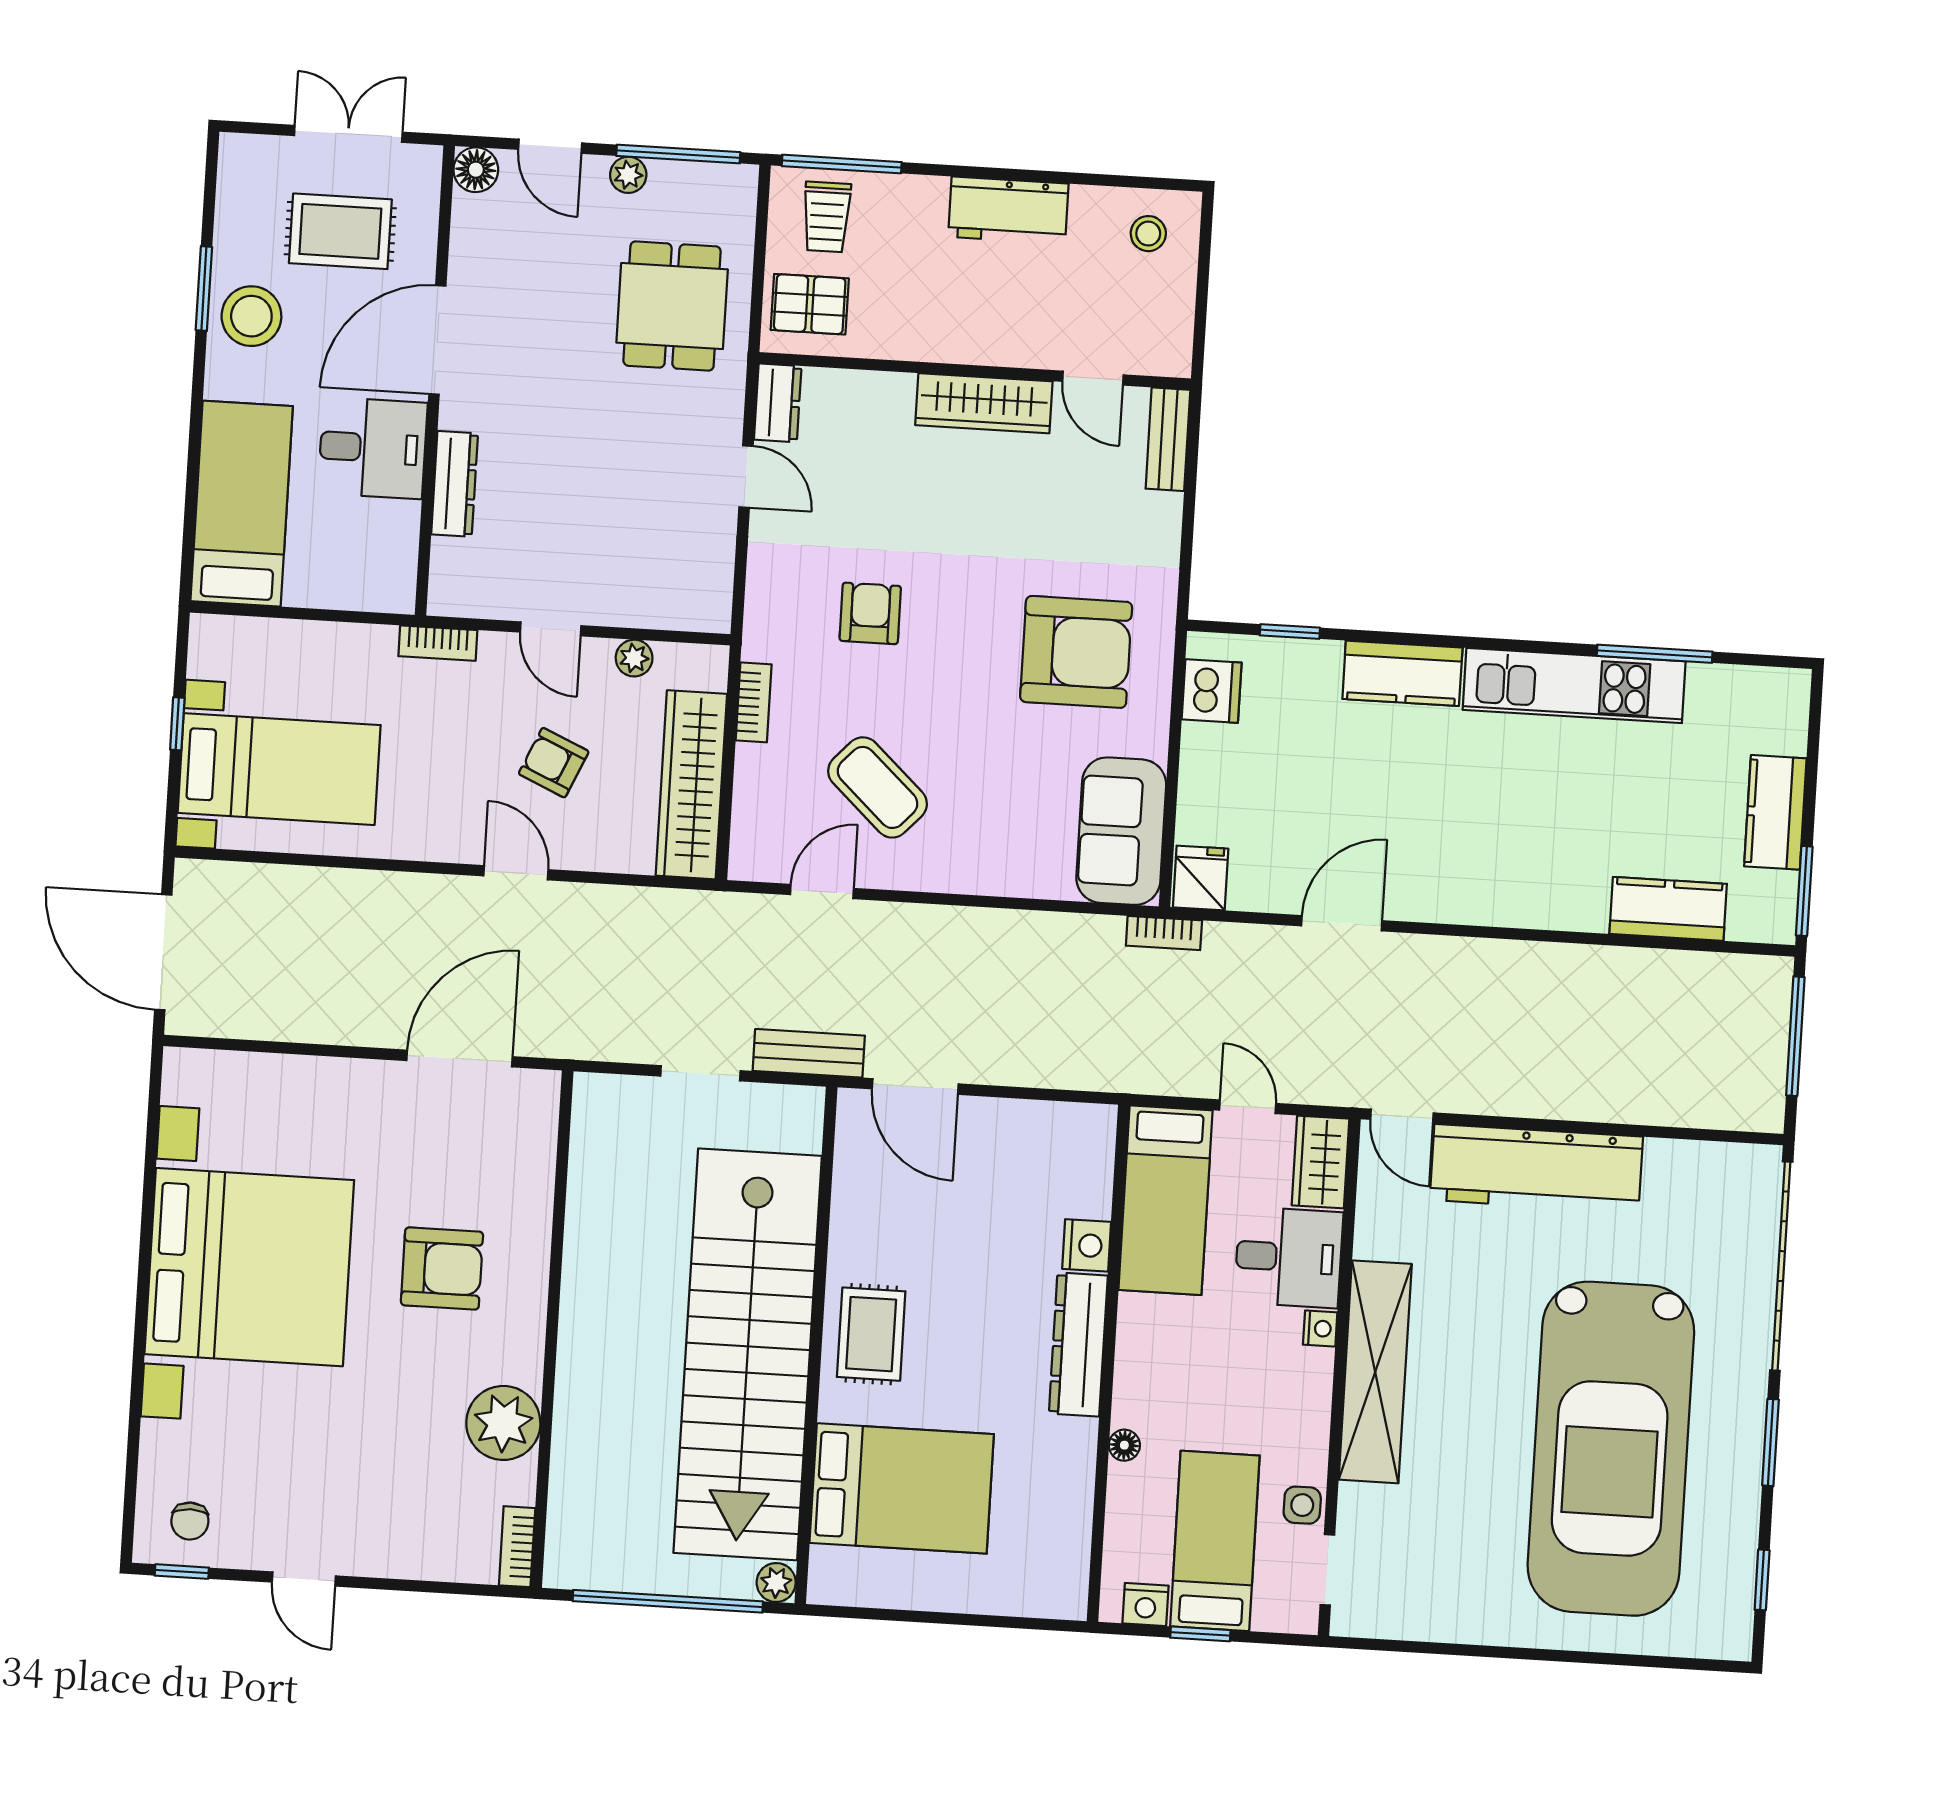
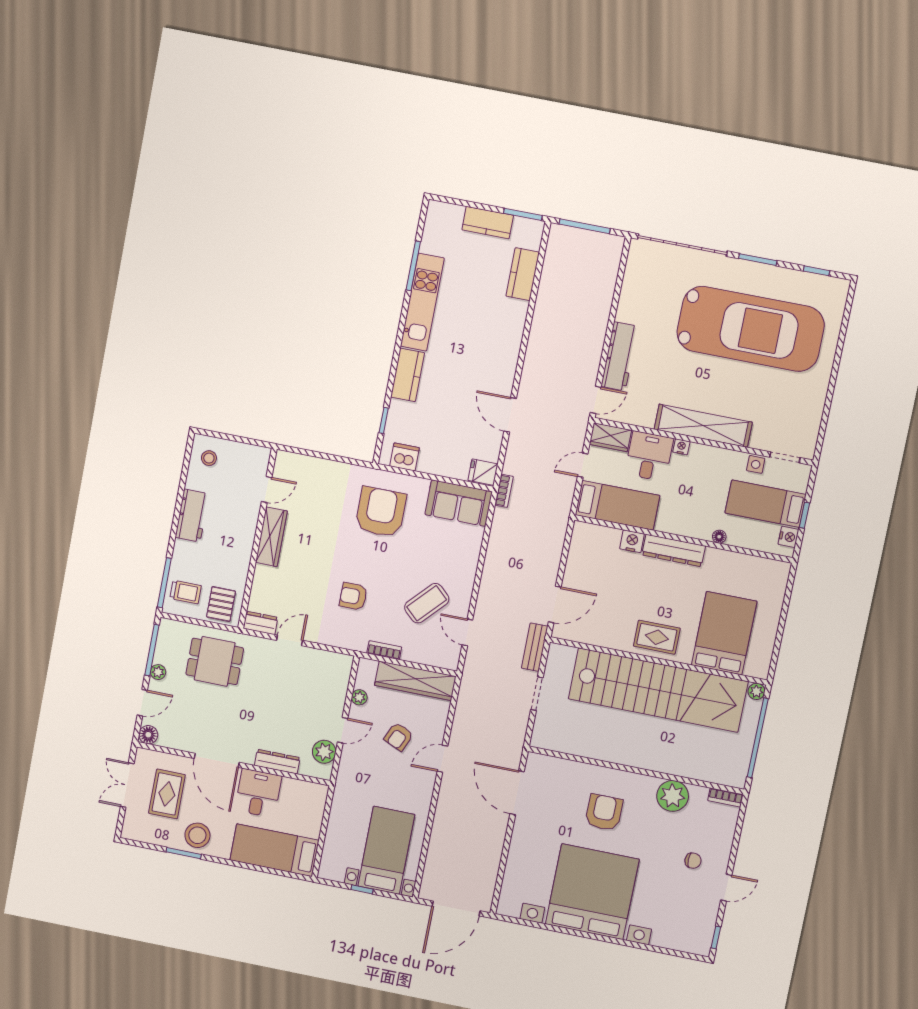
bench: (1168, 439) -> (296, 461), removed
plant: (493, 592) -> (324, 752), added
bookcase: (438, 643) -> (343, 778), removed
workbench: (1536, 1168) -> (620, 356), width x0.73, depth x0.76
chair: (190, 1521) -> (693, 861), moved

